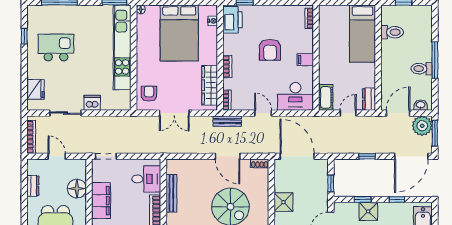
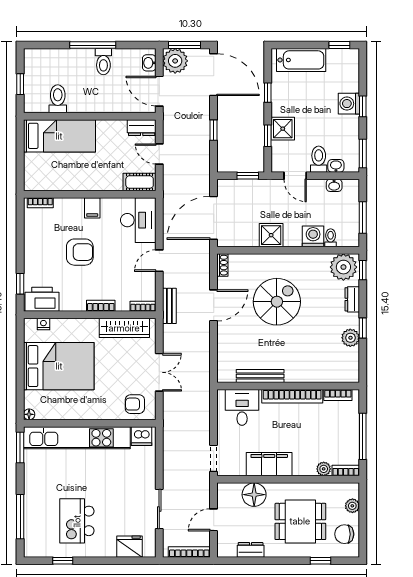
dishwasher: (92, 103) -> (142, 436), moved, turned -90

